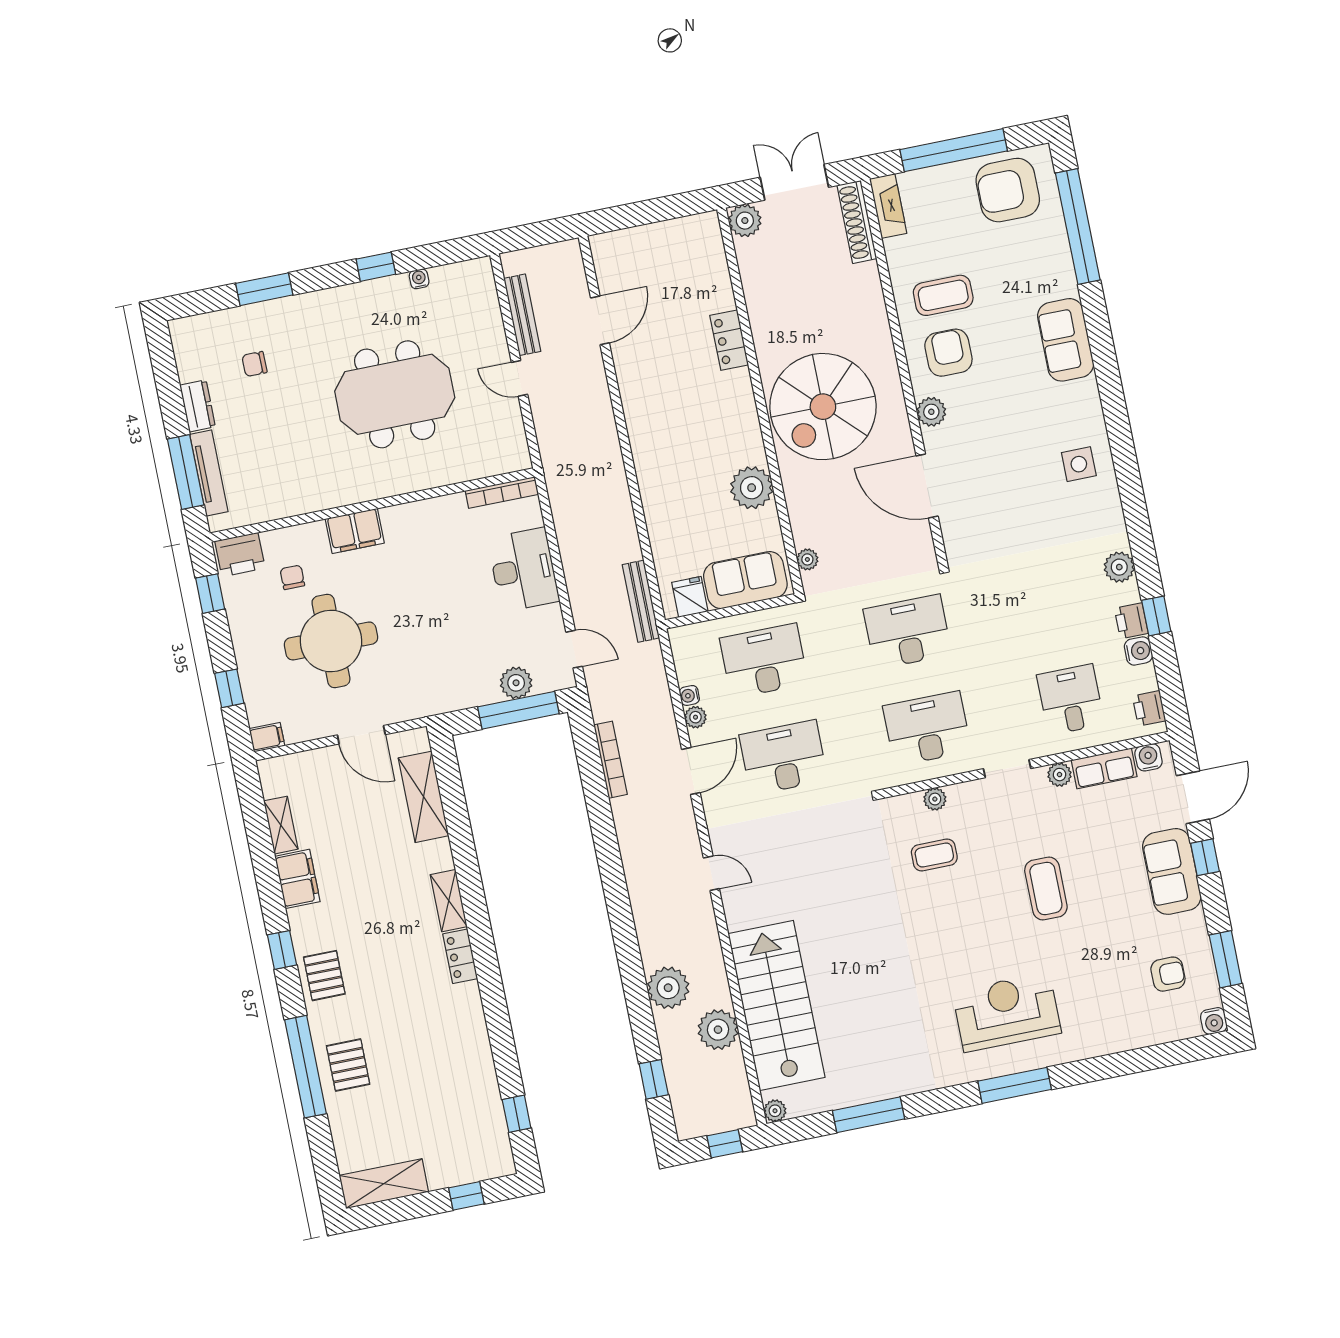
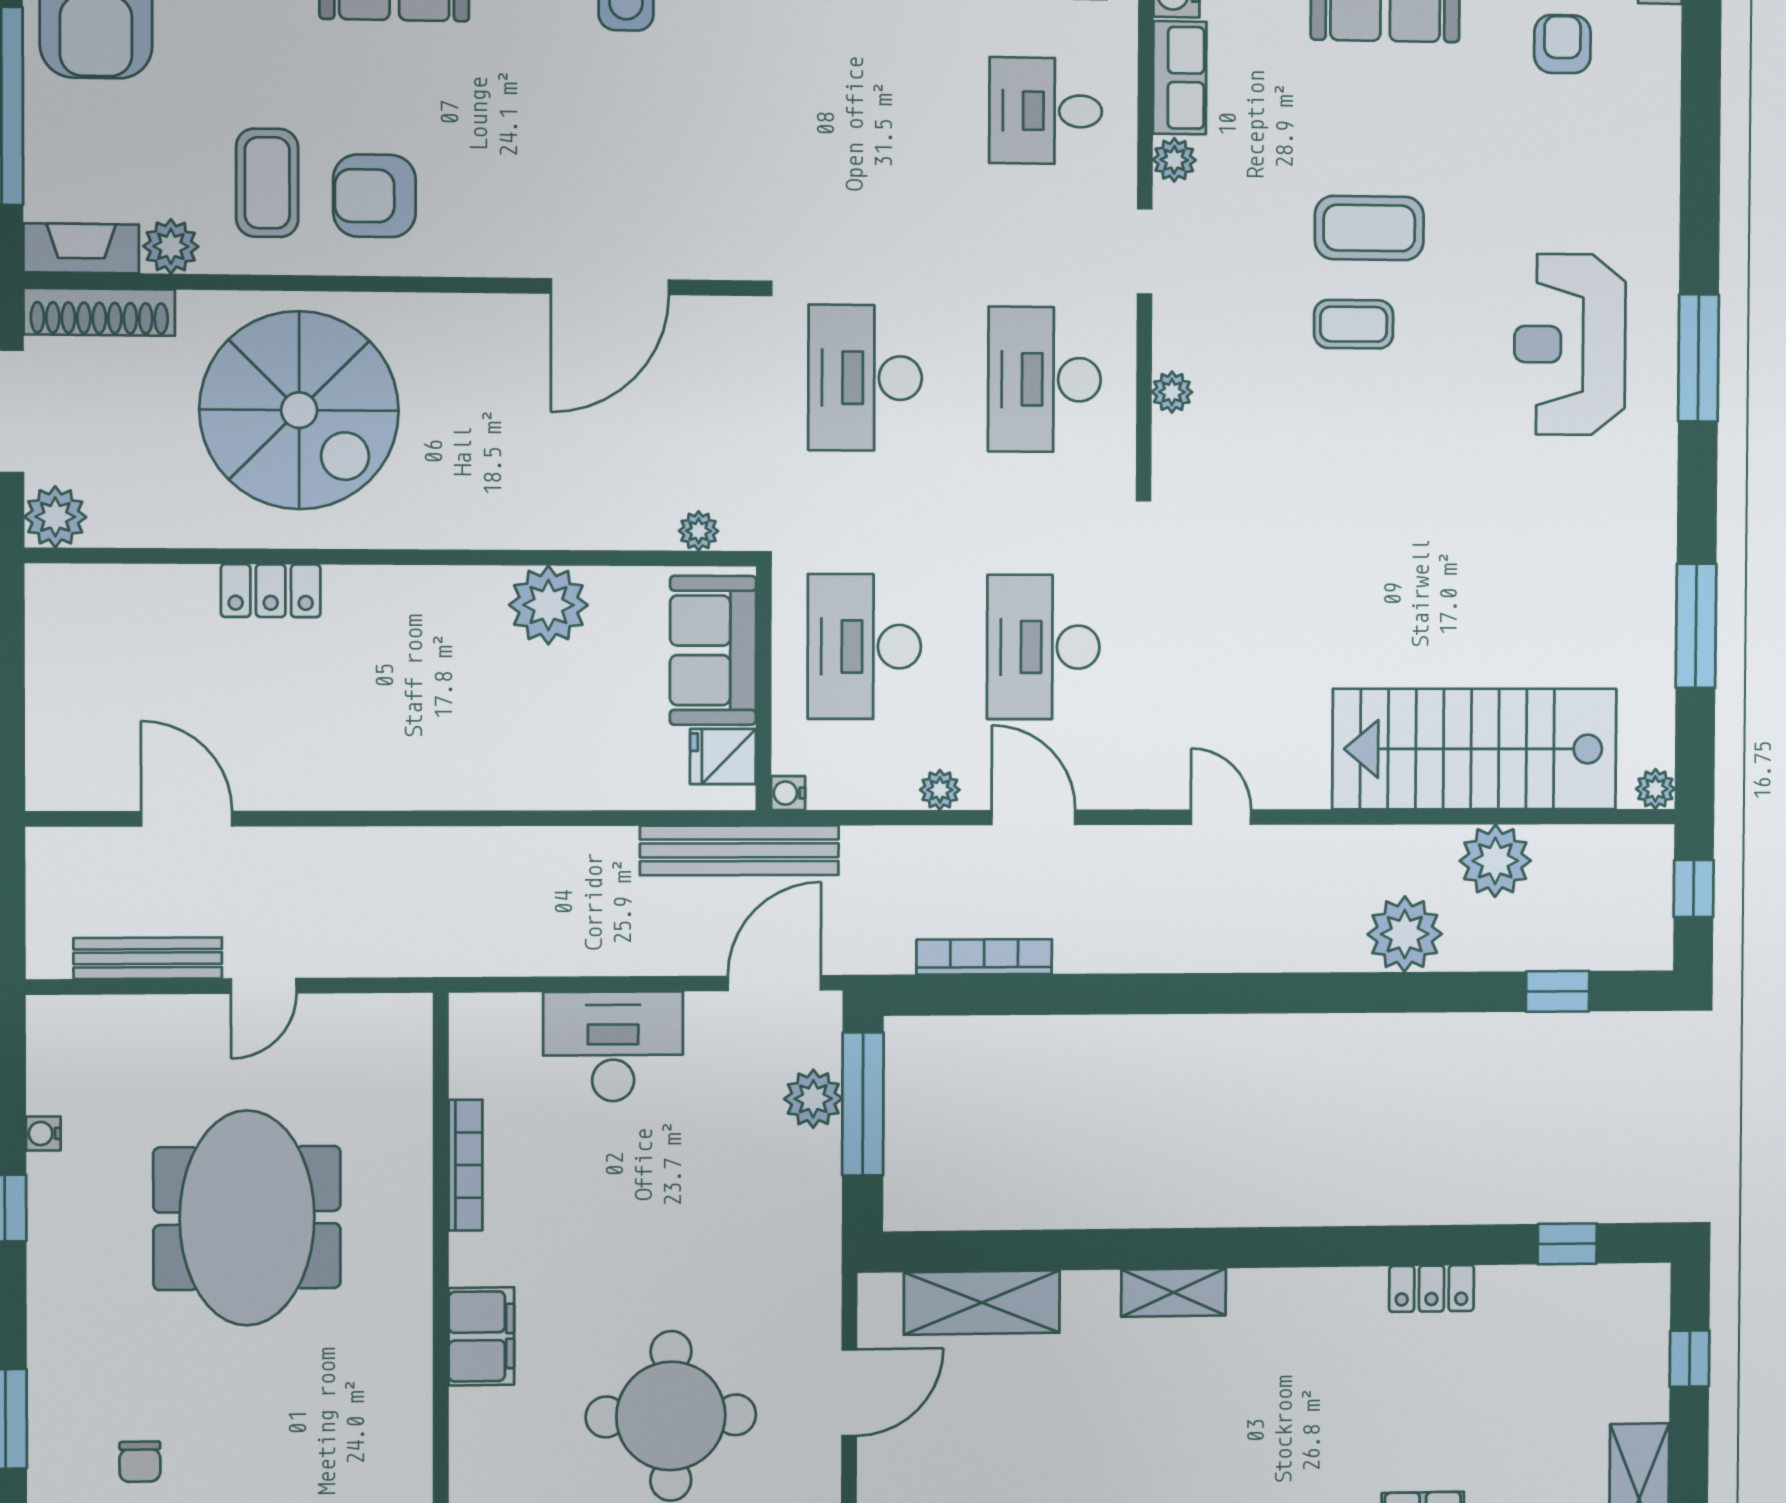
spiral stairs: (823, 407) -> (299, 410), moved
plant: (931, 412) -> (171, 246), moved
bookcase: (502, 492) -> (465, 1165), moved
chair: (292, 577) -> (542, 1464), removed
bench: (641, 601) -> (739, 850), width x1.37, depth x1.21
door: (574, 649) -> (774, 983), width x1.38
water cooler: (689, 695) -> (788, 793), moved, turned 90
coffee table: (934, 855) -> (1354, 324), moved, turned 90
door: (711, 873) -> (1221, 817), hinge flipped
locker: (460, 956) -> (1432, 1289), moved

